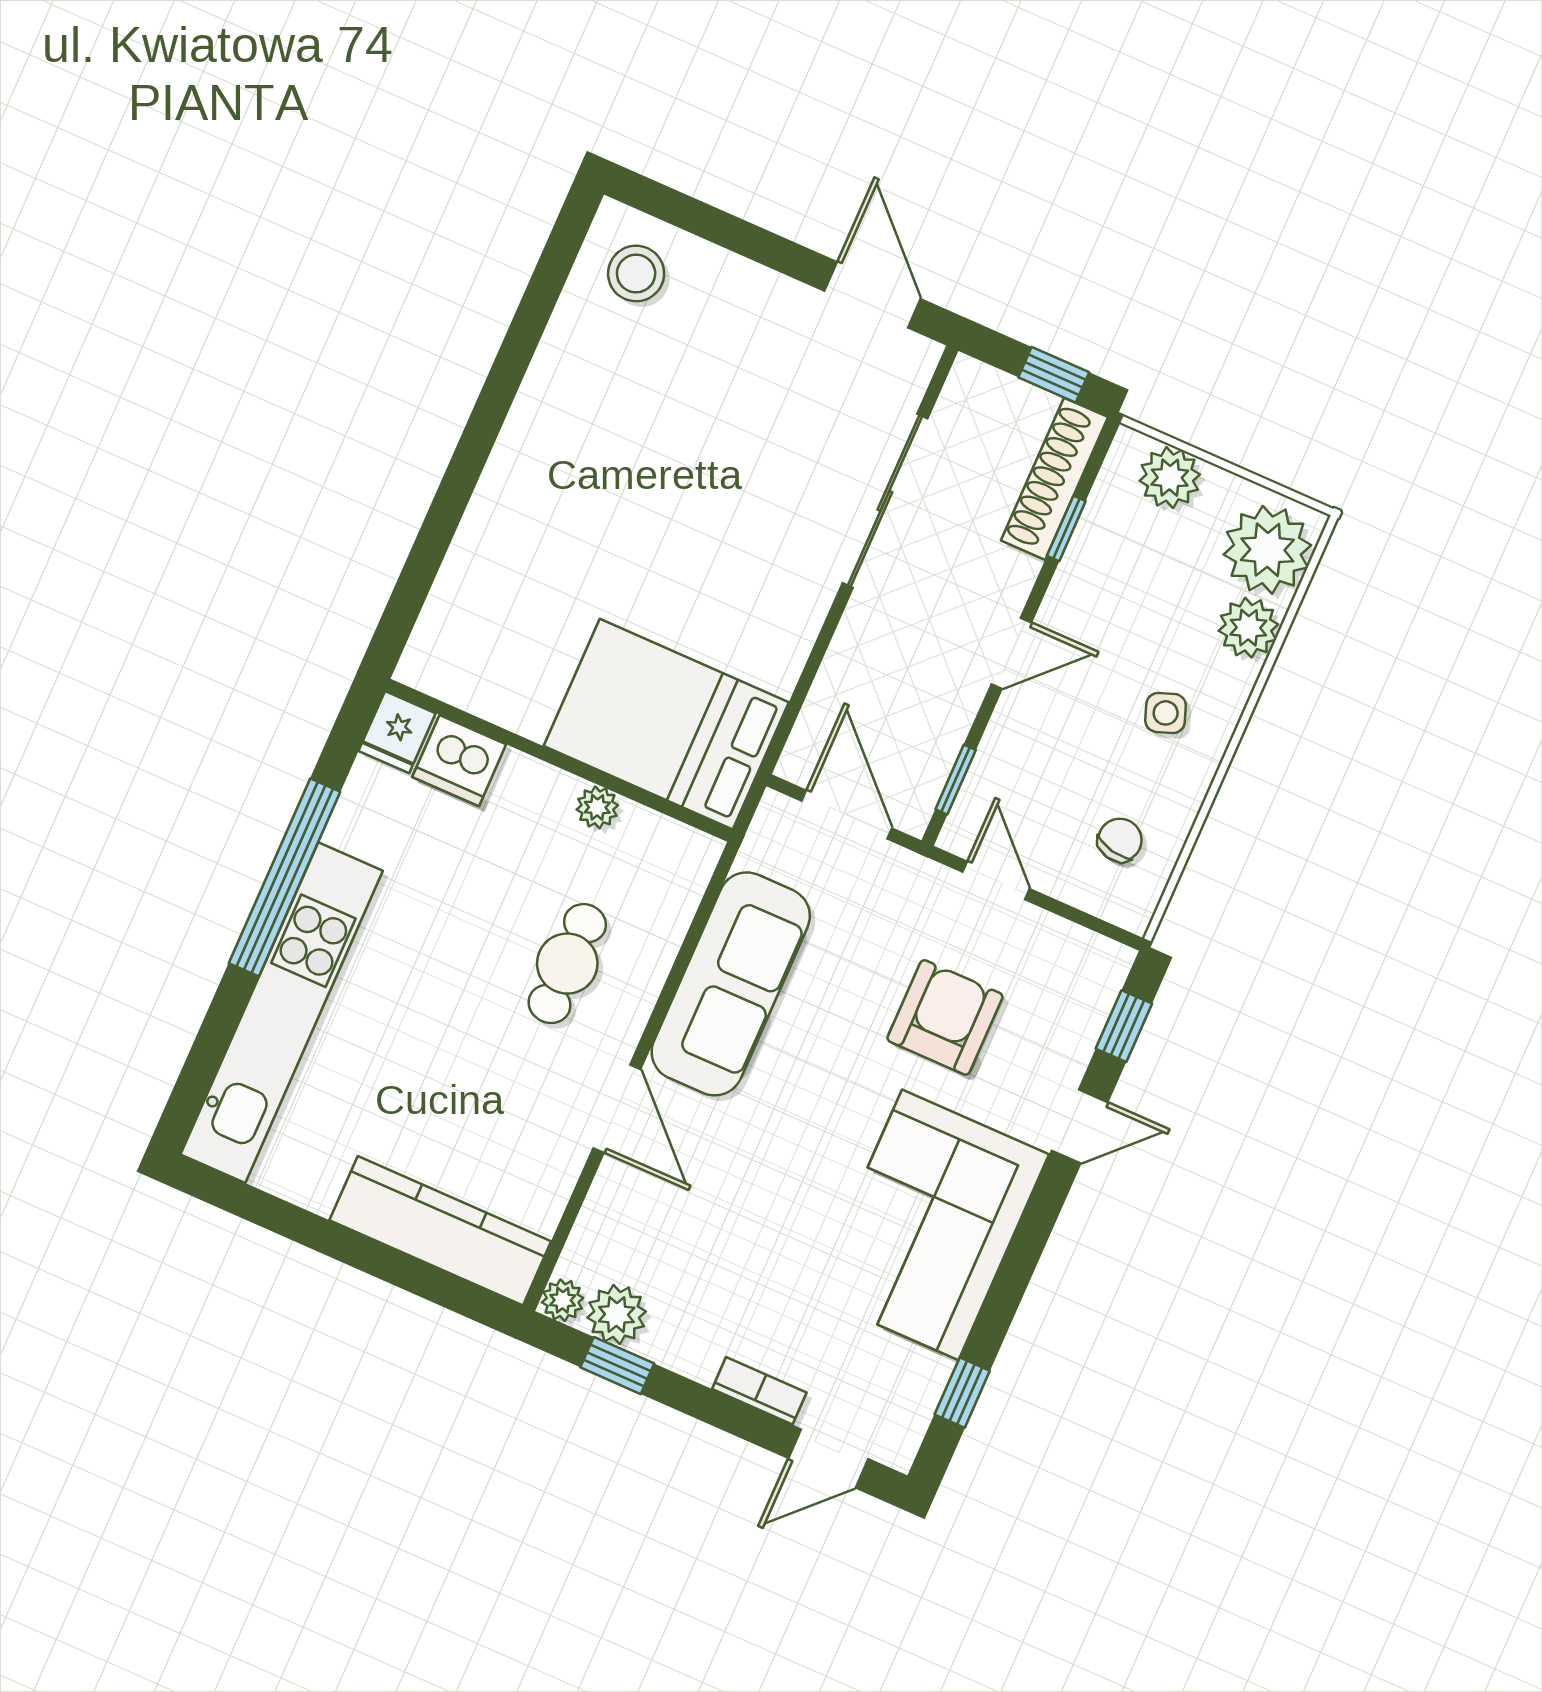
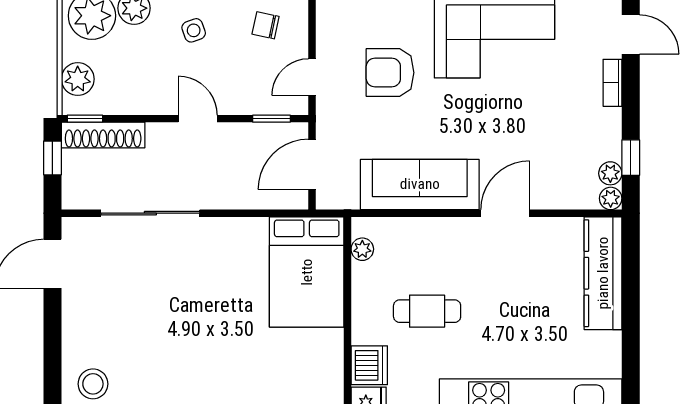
window: (1066, 528) -> (85, 119), moved
plant: (597, 807) -> (362, 249), moved
cafe table: (567, 964) -> (427, 311), moved
plant: (617, 1314) -> (610, 173), width x0.73, depth x0.73

